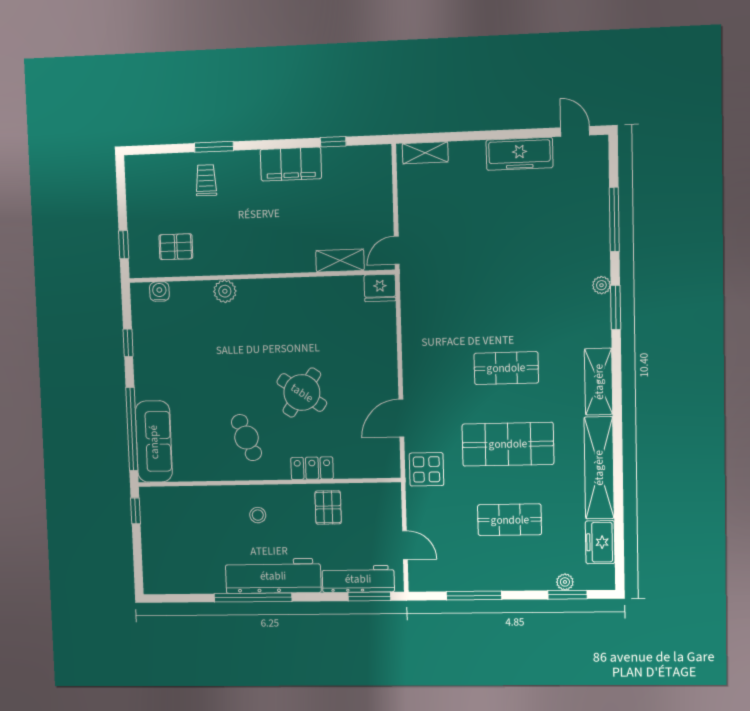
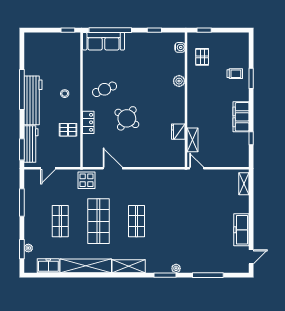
fridge: (380, 288) -> (178, 132), moved

